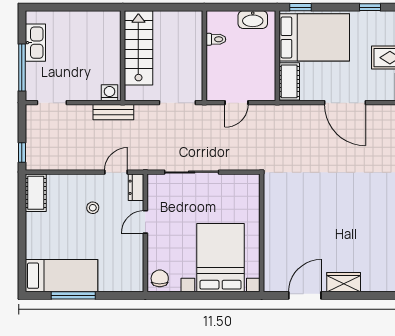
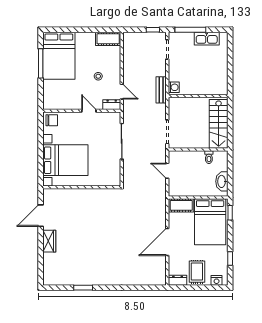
stairs: (138, 48) -> (219, 124), moved, turned 90
window: (22, 153) -> (153, 30), moved
bed: (61, 276) -> (59, 56), width x1.50
door: (305, 295) -> (41, 216), swing flipped

